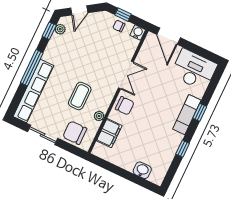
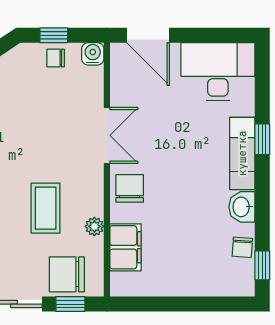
chair: (125, 106) -> (130, 188), turned -90
window: (70, 148) -> (70, 304), added
window: (183, 149) -> (262, 265), moved
chair: (165, 160) -> (242, 247), added
washbasin: (142, 170) -> (242, 207), moved, turned -90

